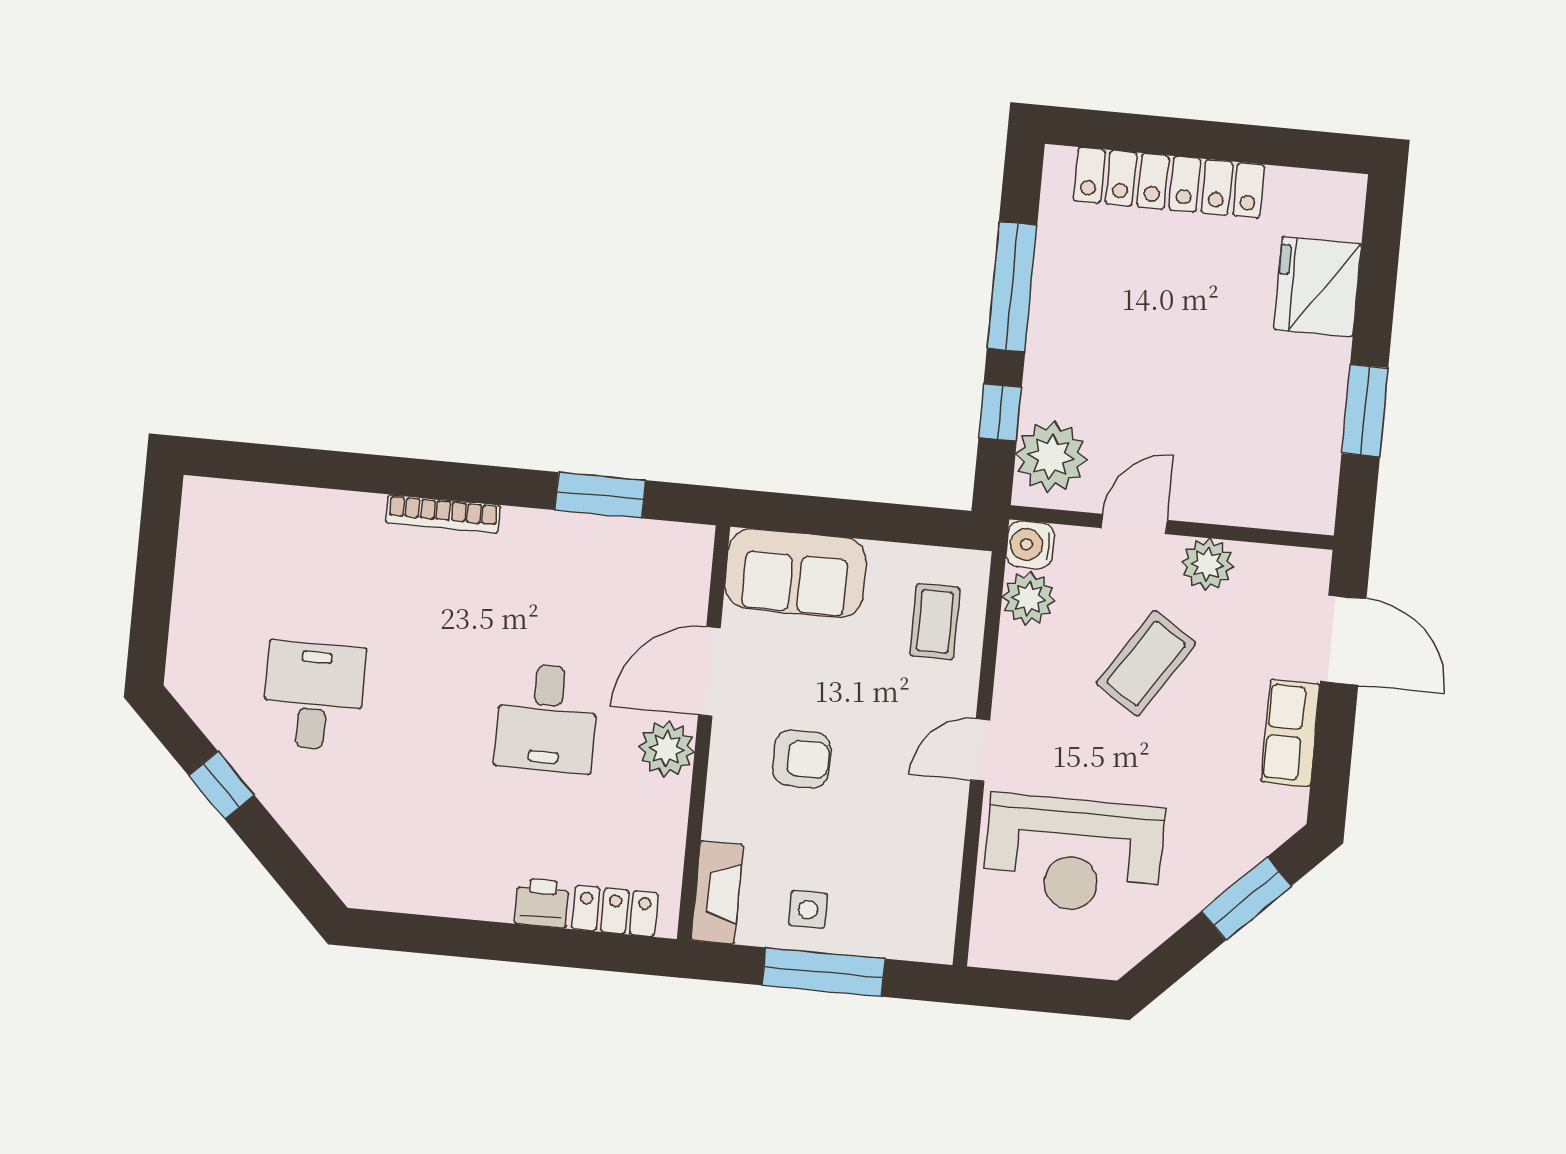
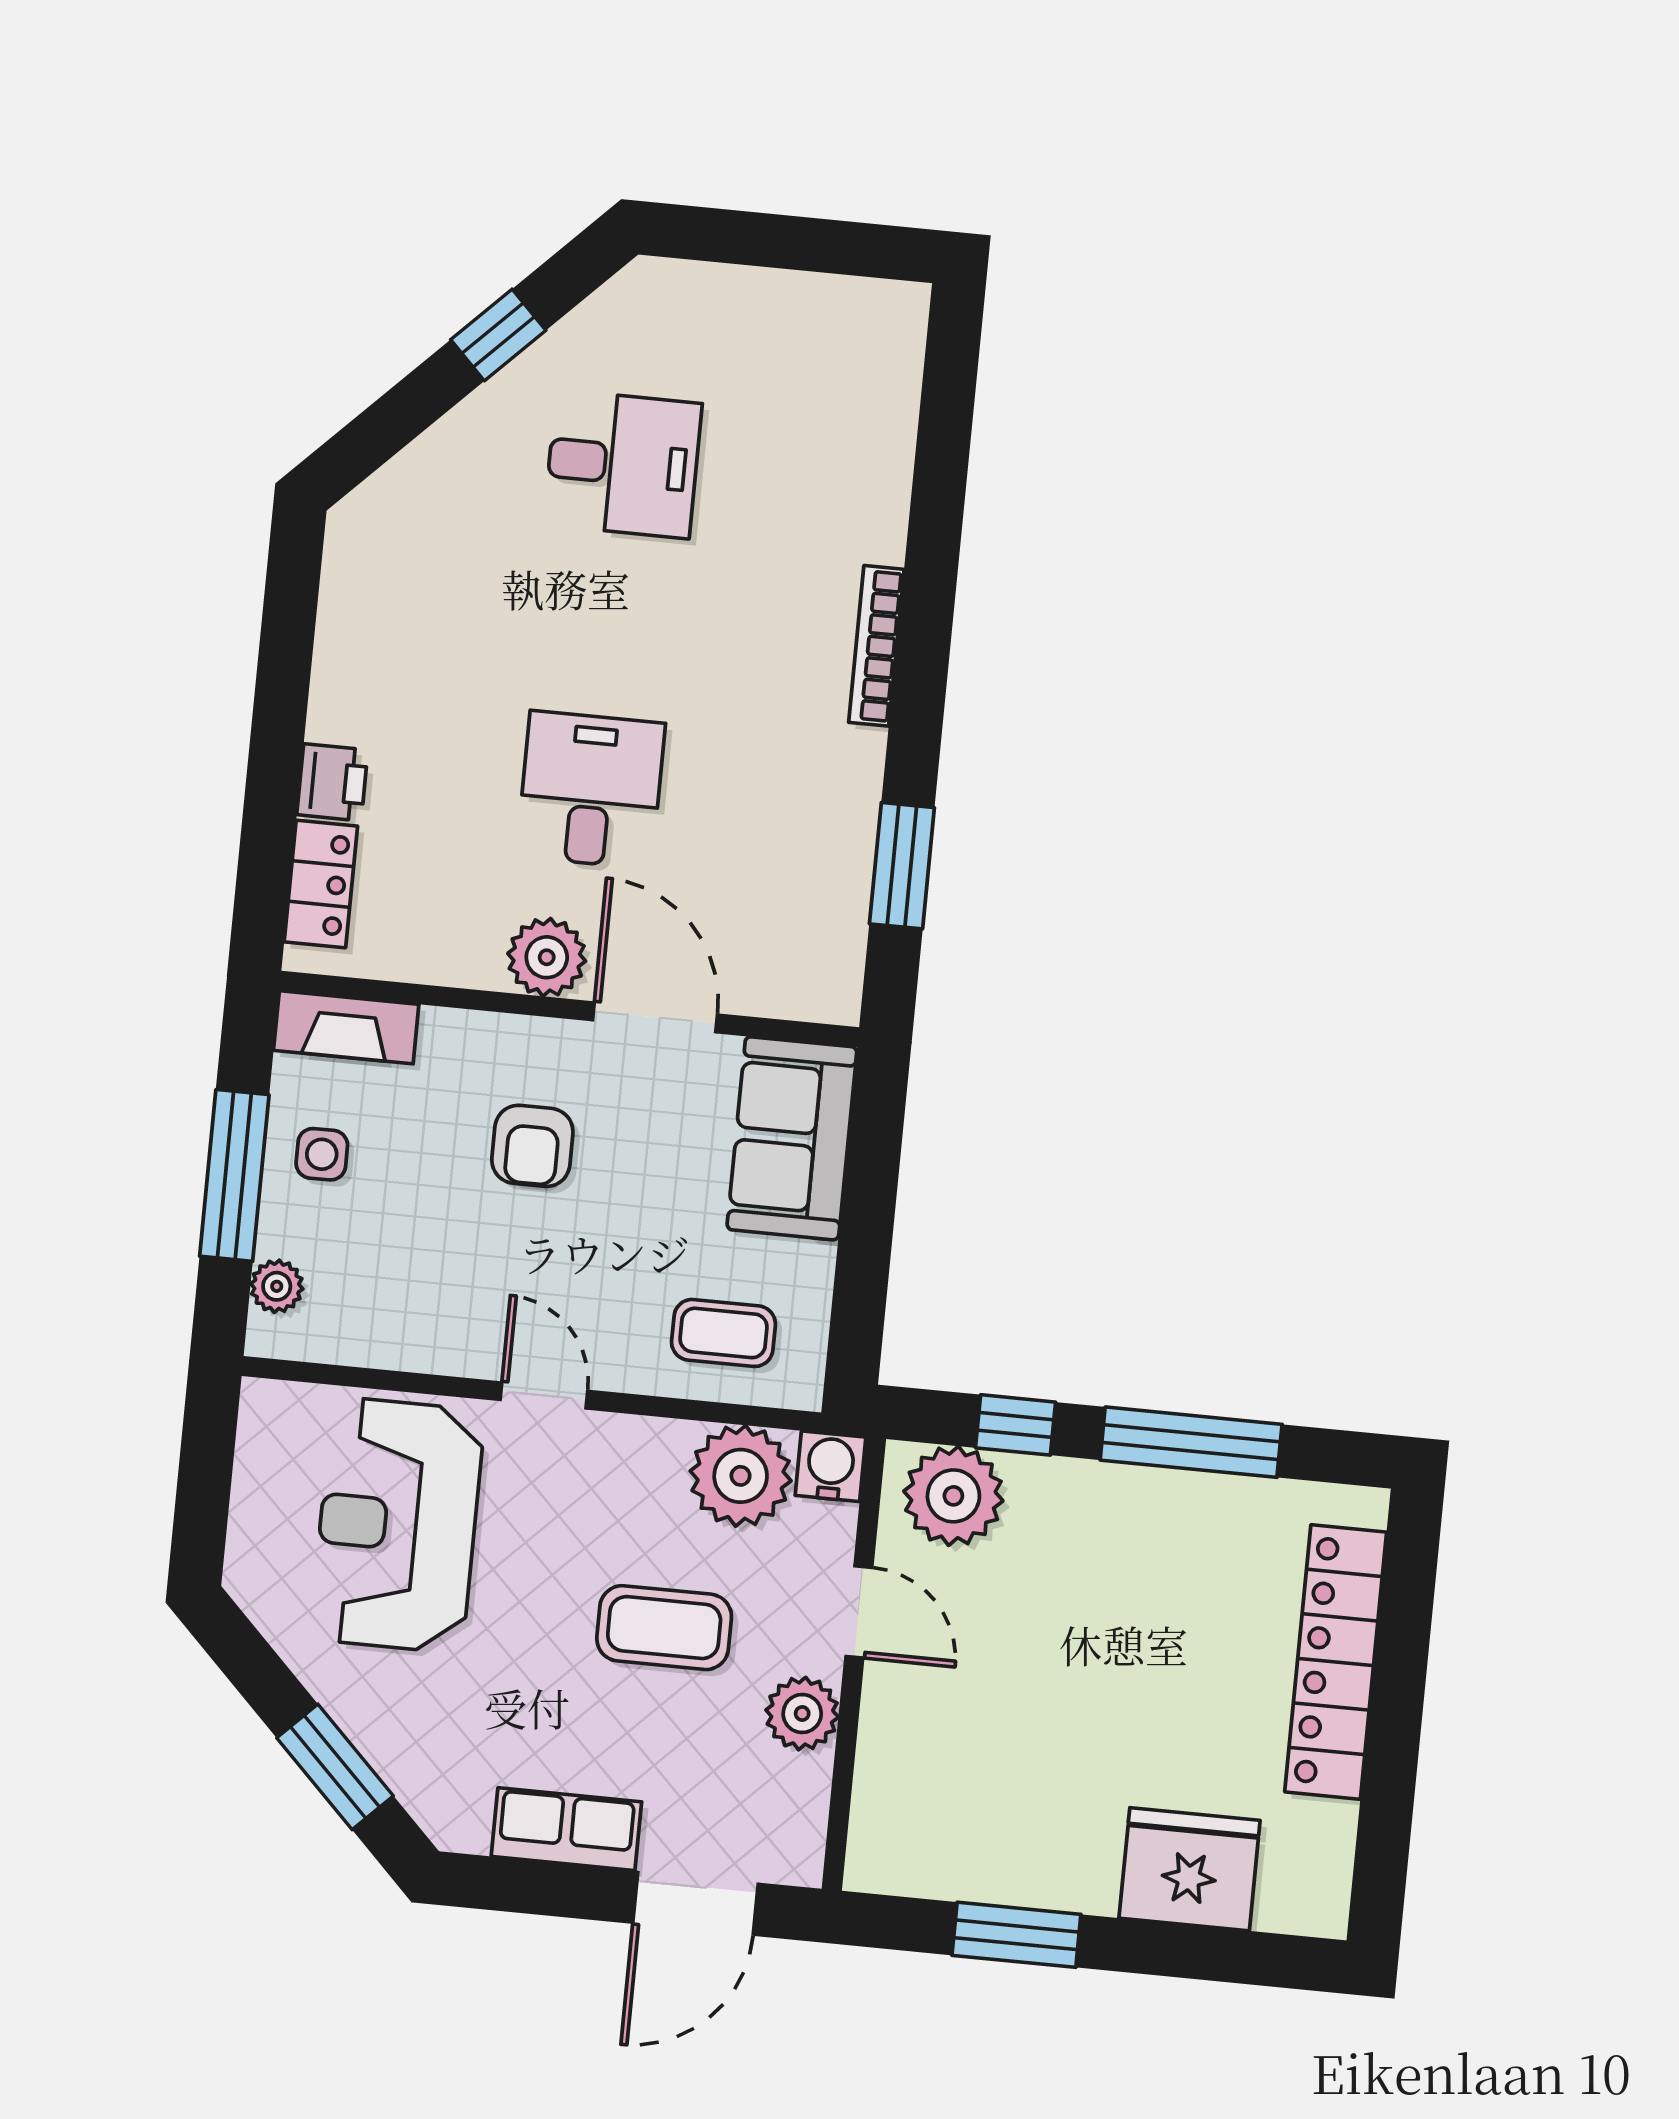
plant: (1029, 598) -> (741, 1476), width x1.36, depth x1.36
coffee table: (1146, 663) -> (664, 1628), turned -33
desk: (547, 718) -> (591, 790), turned 90
plant: (903, 941) -> (277, 1286), added

